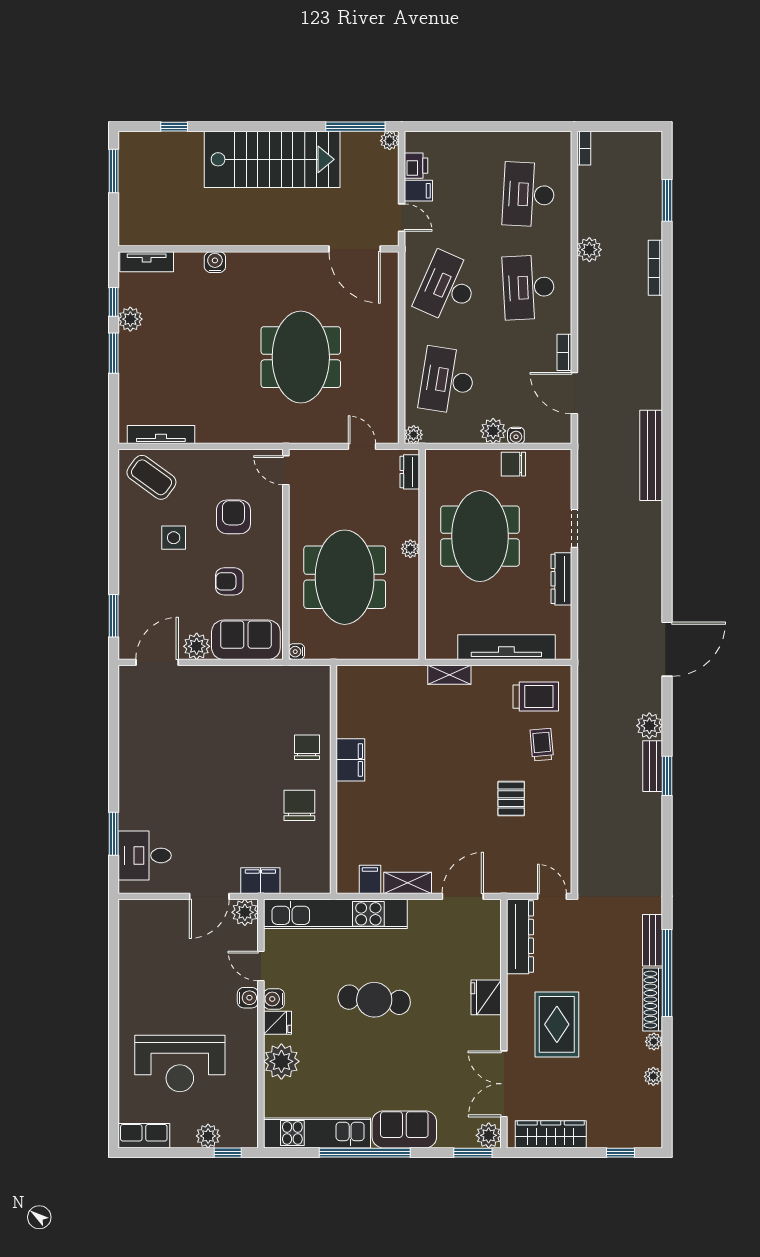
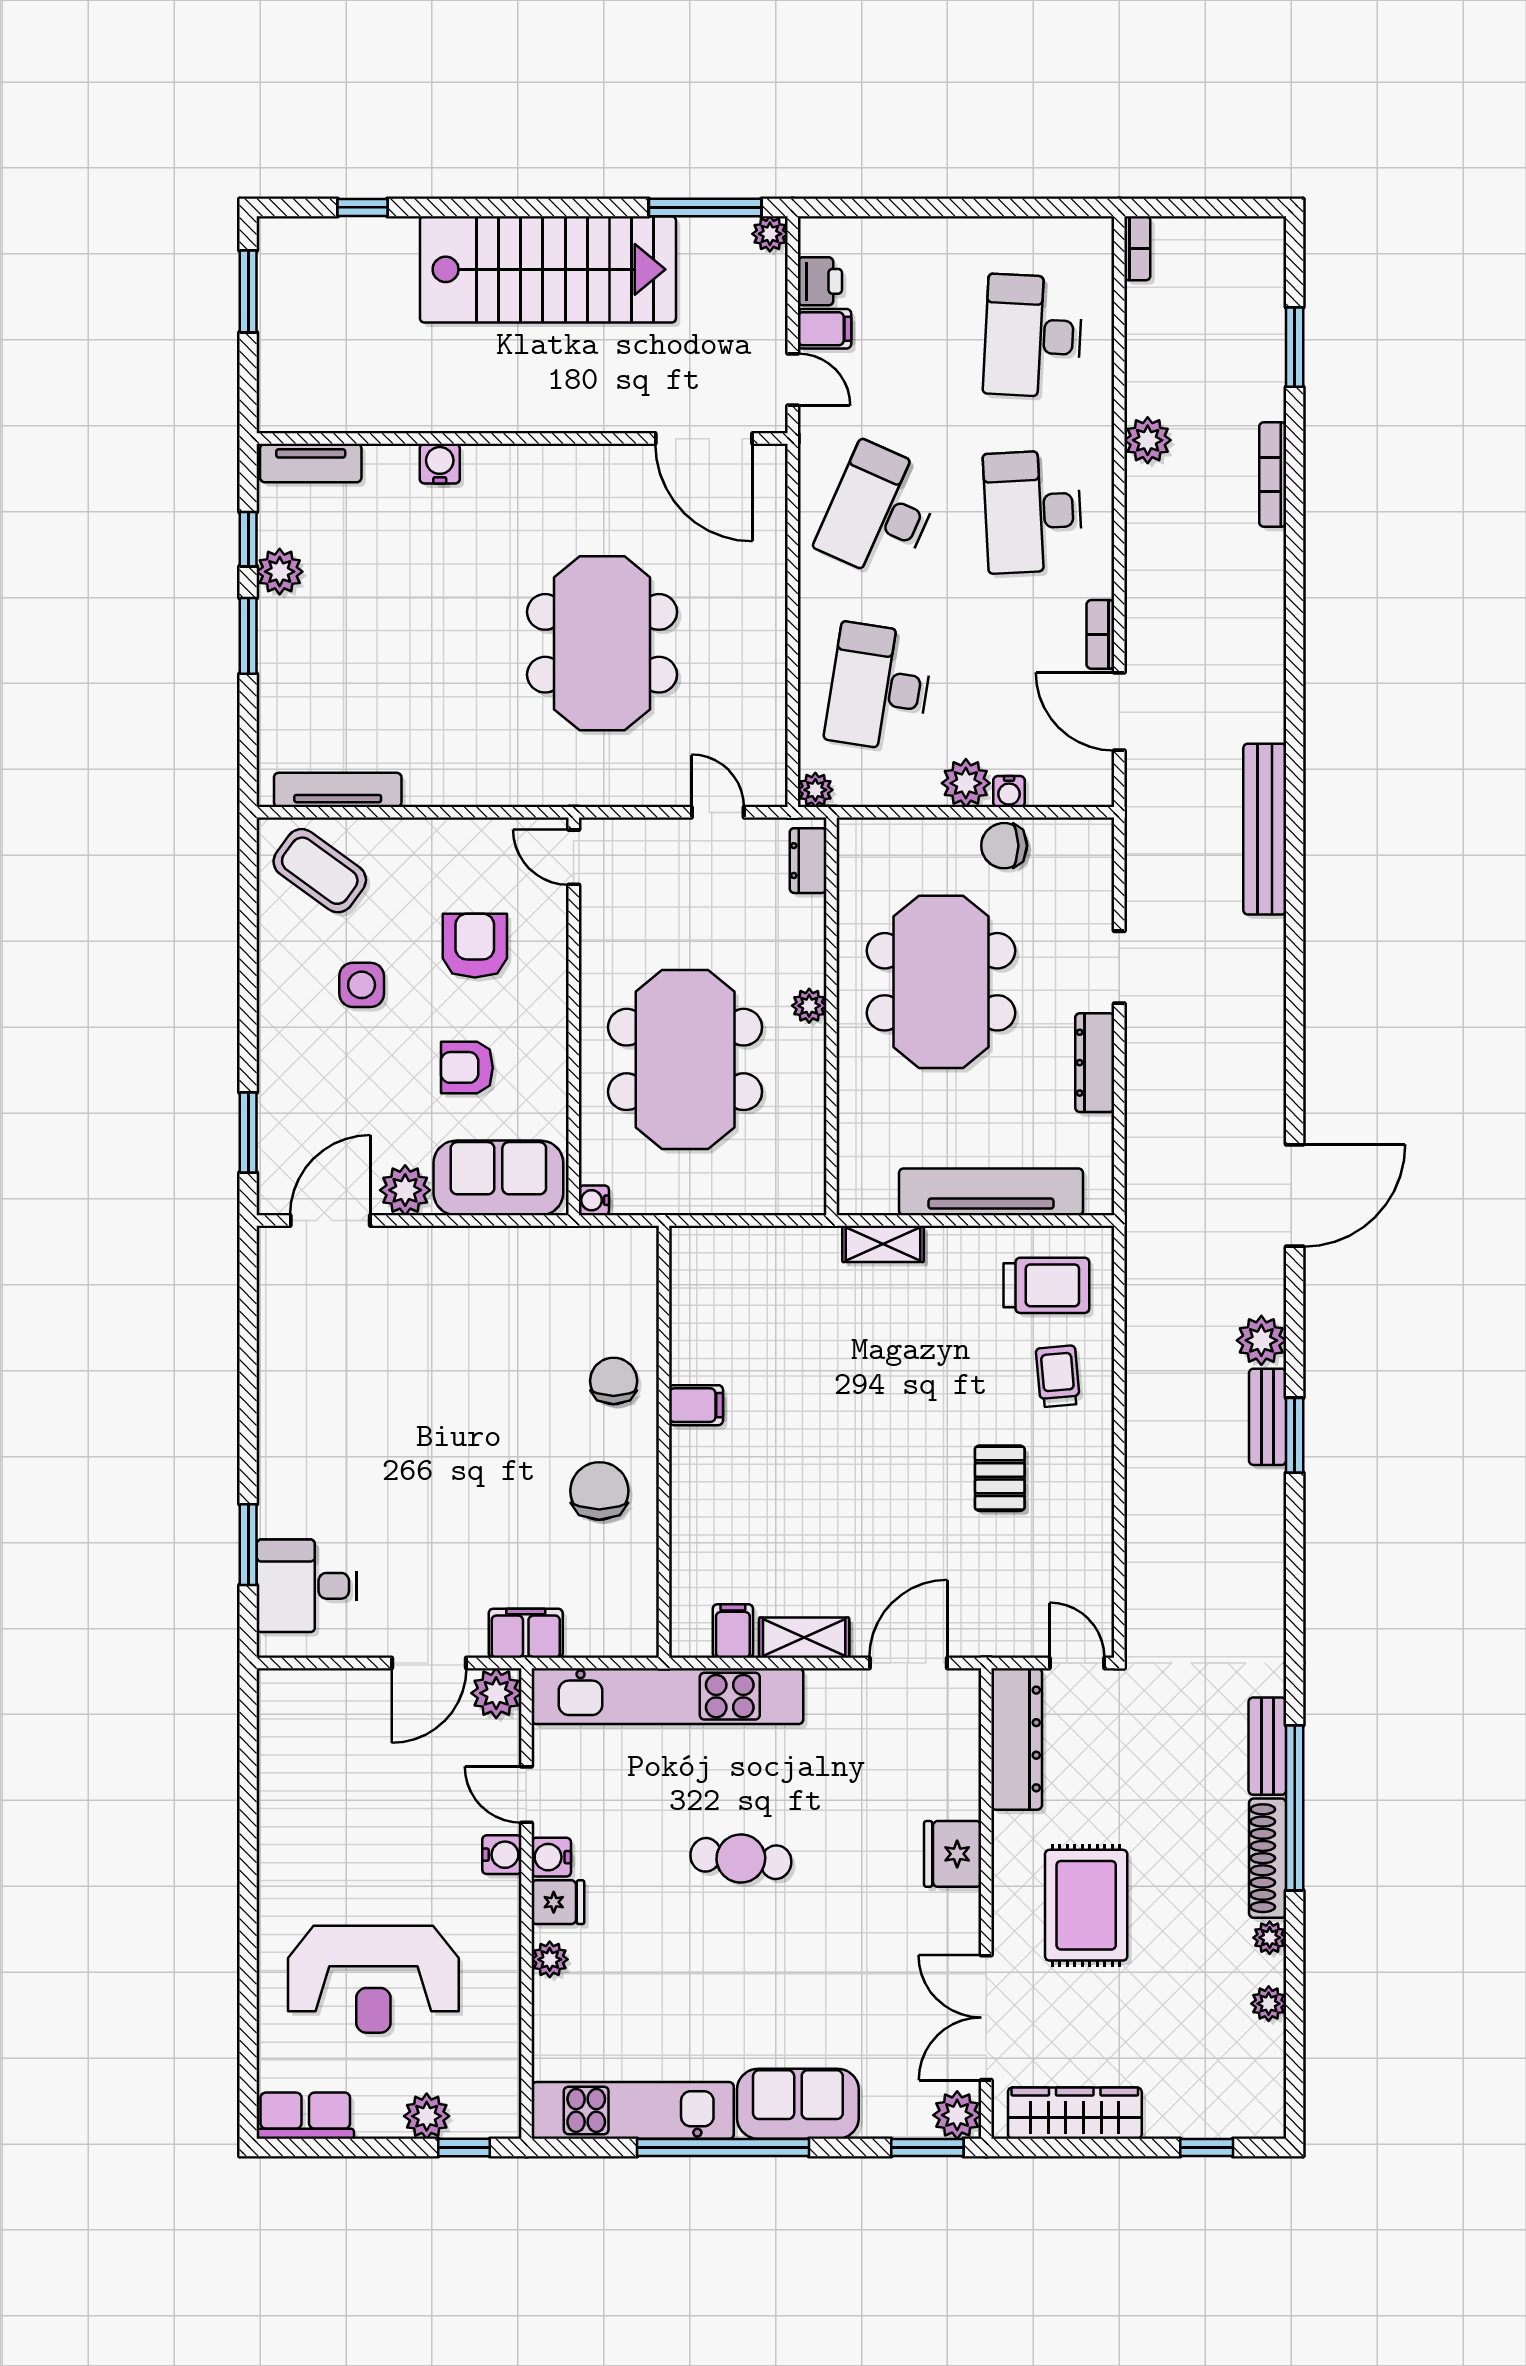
filing cabinet: (350, 760) -> (696, 1405), width x0.50
cafe table: (374, 1000) -> (741, 1859), width x0.73, depth x0.74
plant: (281, 1061) -> (550, 1959), width x0.53, depth x0.53

